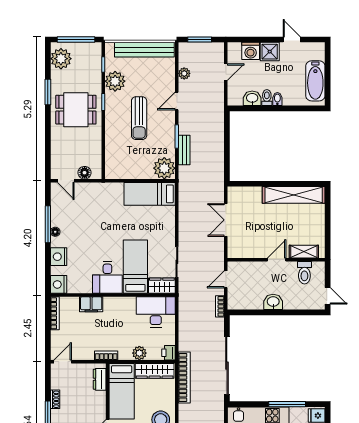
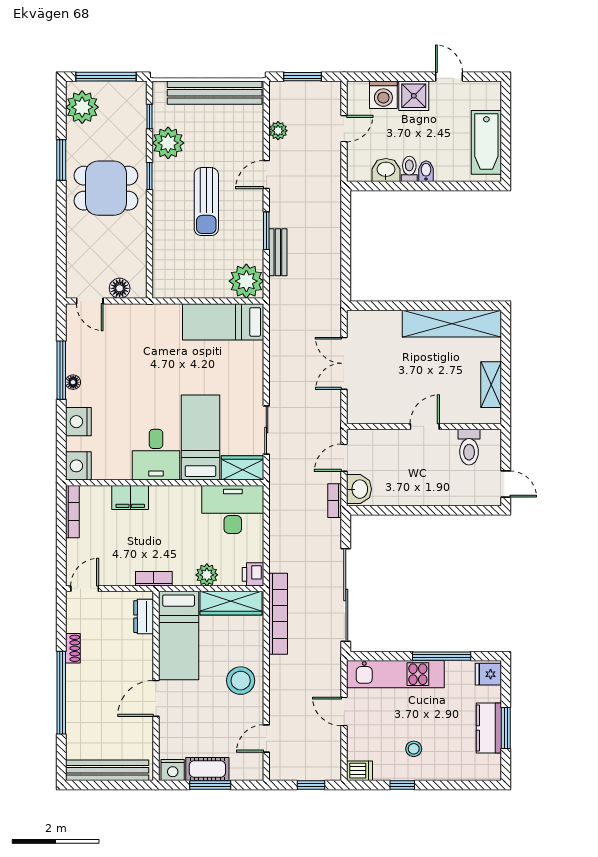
shelving: (304, 252) -> (491, 385), moved, turned 90
washbasin: (273, 302) -> (359, 489), moved, turned 90

